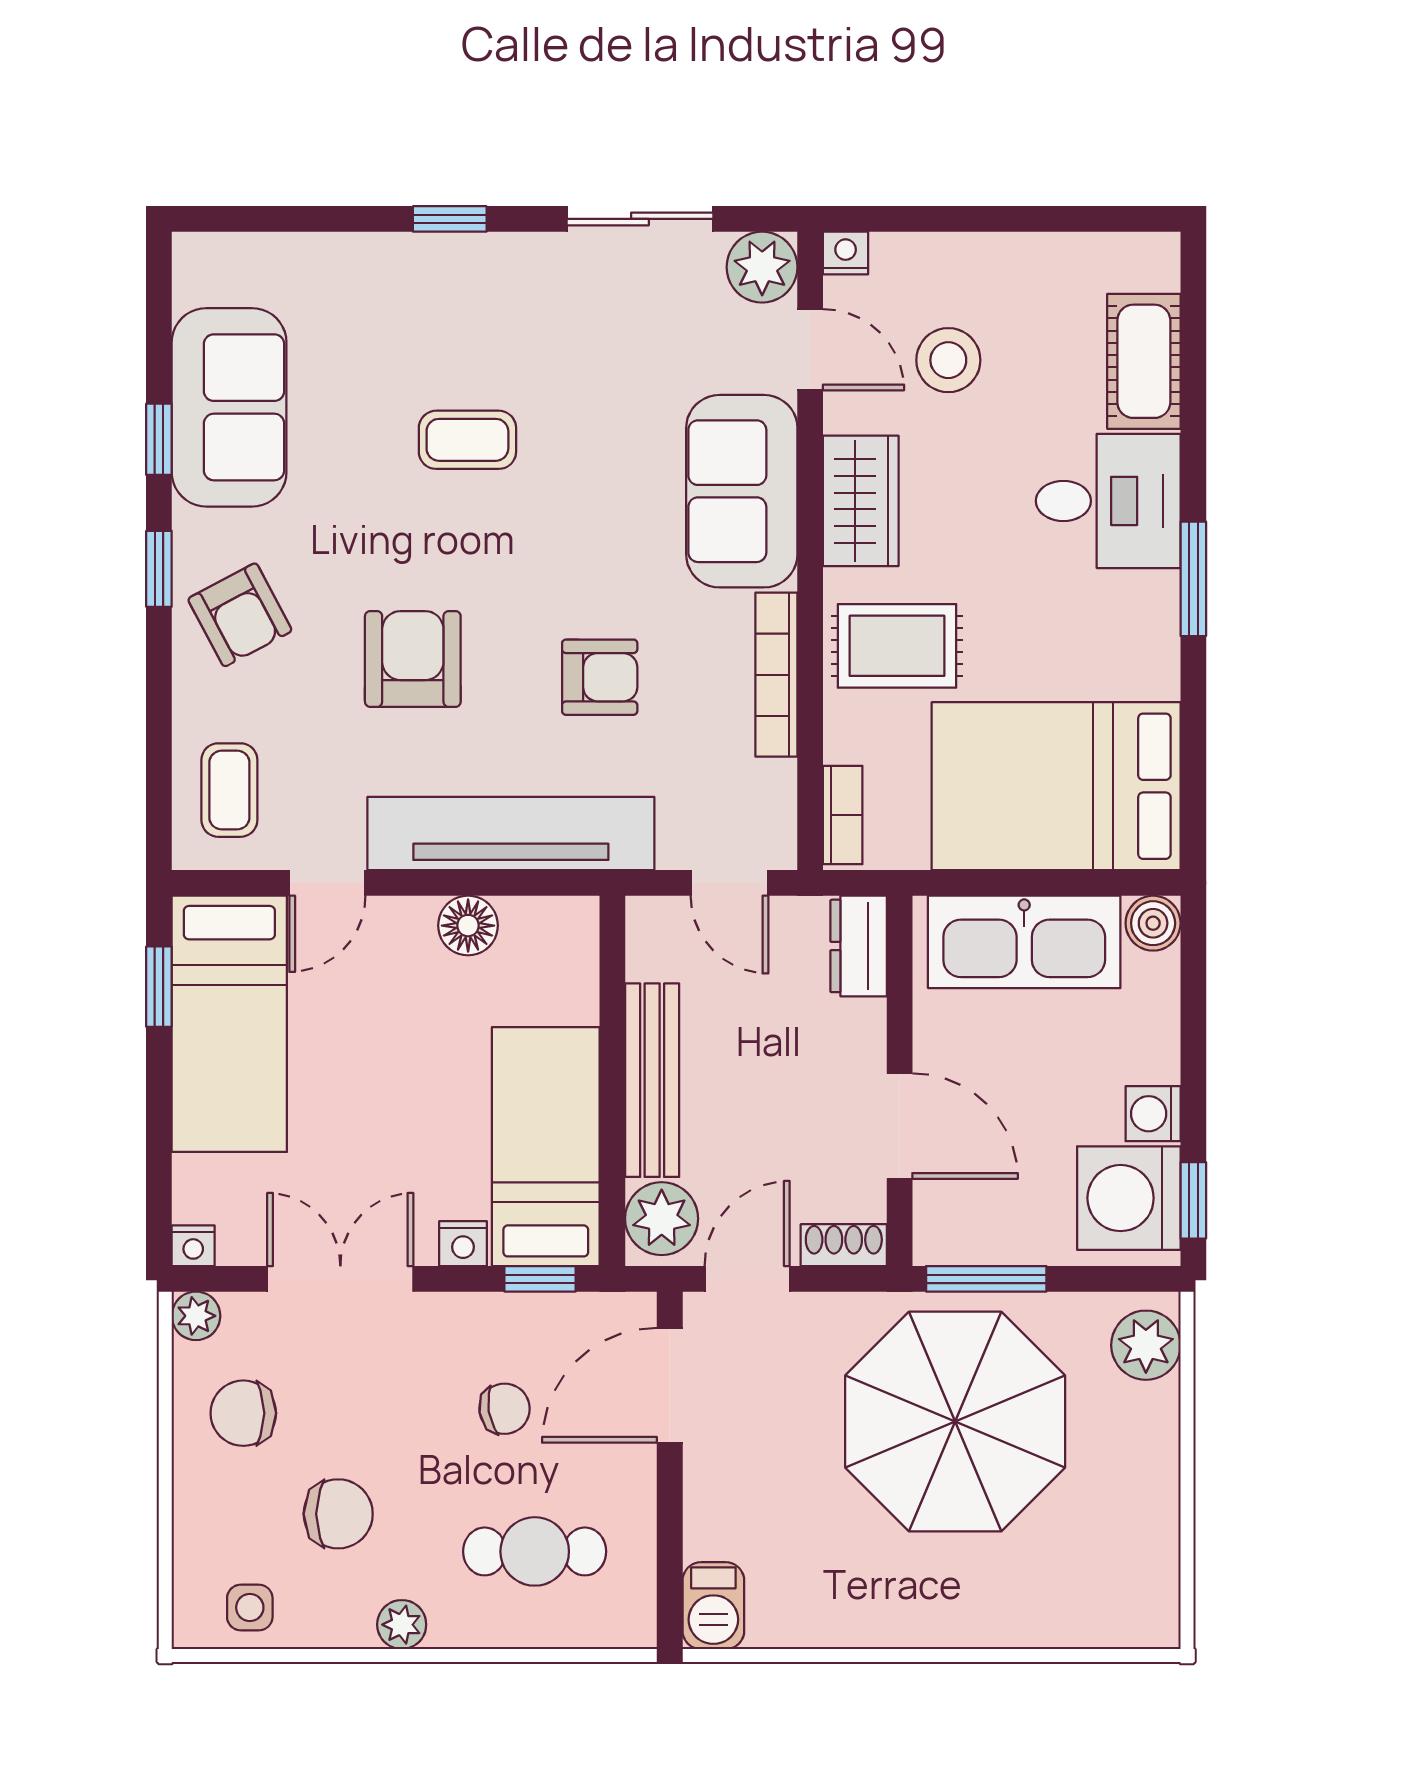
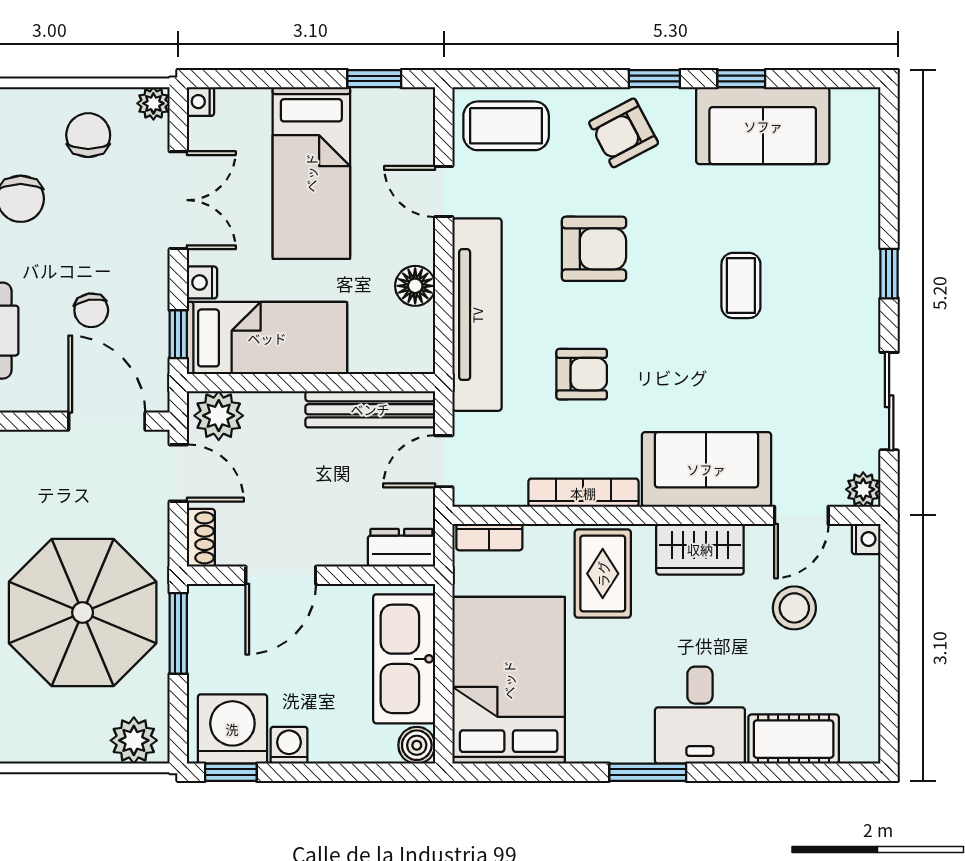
plant: (762, 267) -> (863, 489), width x0.73, depth x0.73
armchair: (600, 677) -> (582, 374), turned -90
coffee table: (229, 790) -> (506, 126), width x1.36, depth x1.30
bed: (229, 1024) -> (311, 173), moved, turned -90
bench: (652, 1080) -> (370, 409), moved

